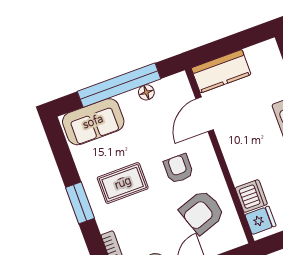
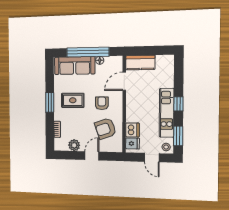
sofa: (93, 122) -> (75, 66), width x1.36

